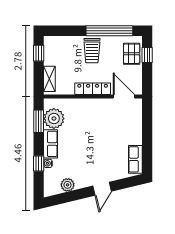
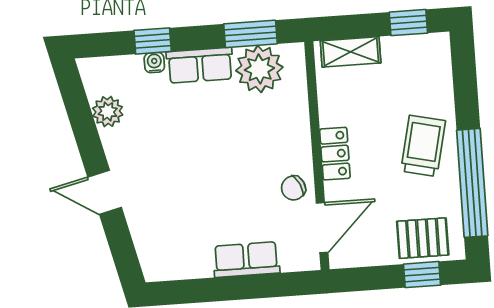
trolley: (92, 51) -> (423, 146), turned 103
locker: (93, 89) -> (335, 154), width x0.66
chair: (106, 108) -> (293, 188), added
row of seats: (135, 159) -> (246, 260), moved

